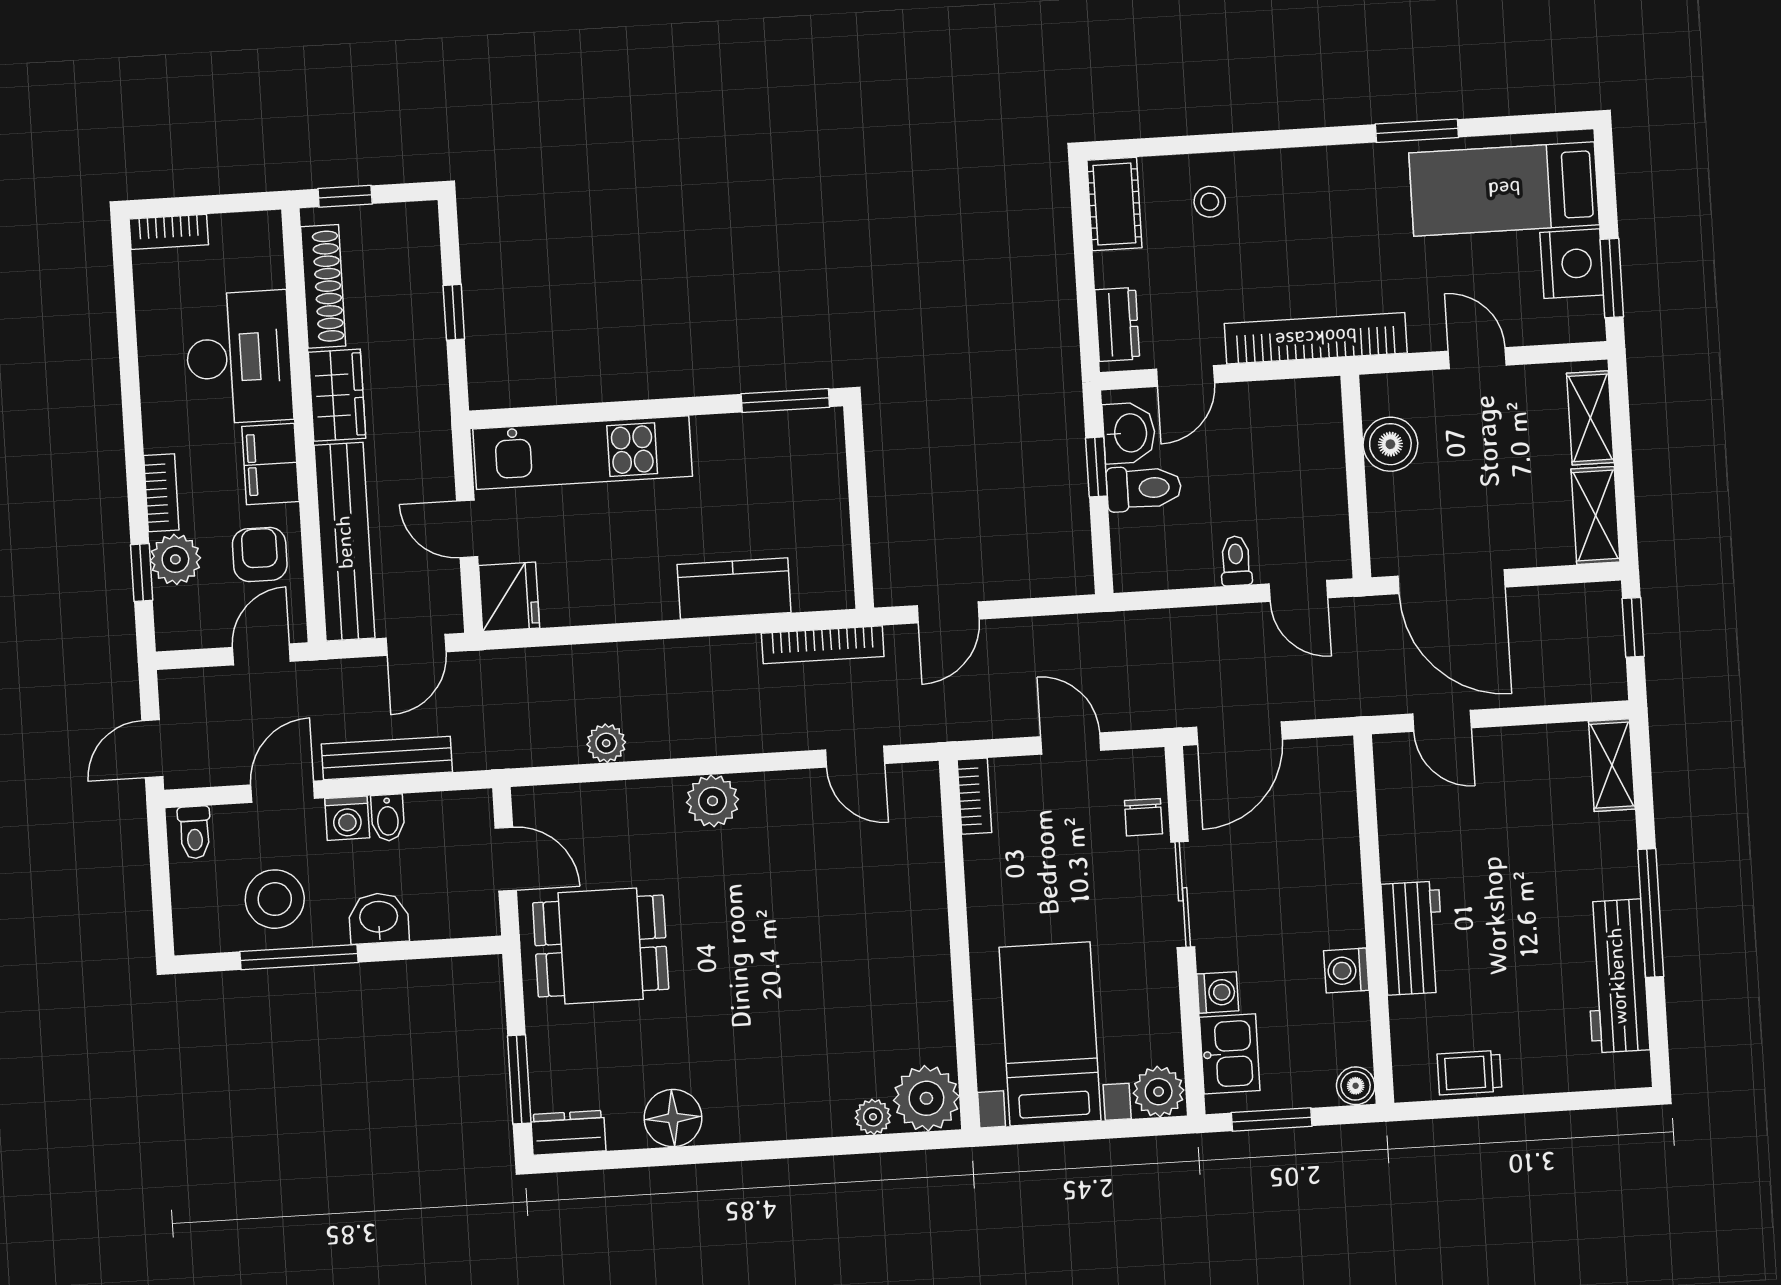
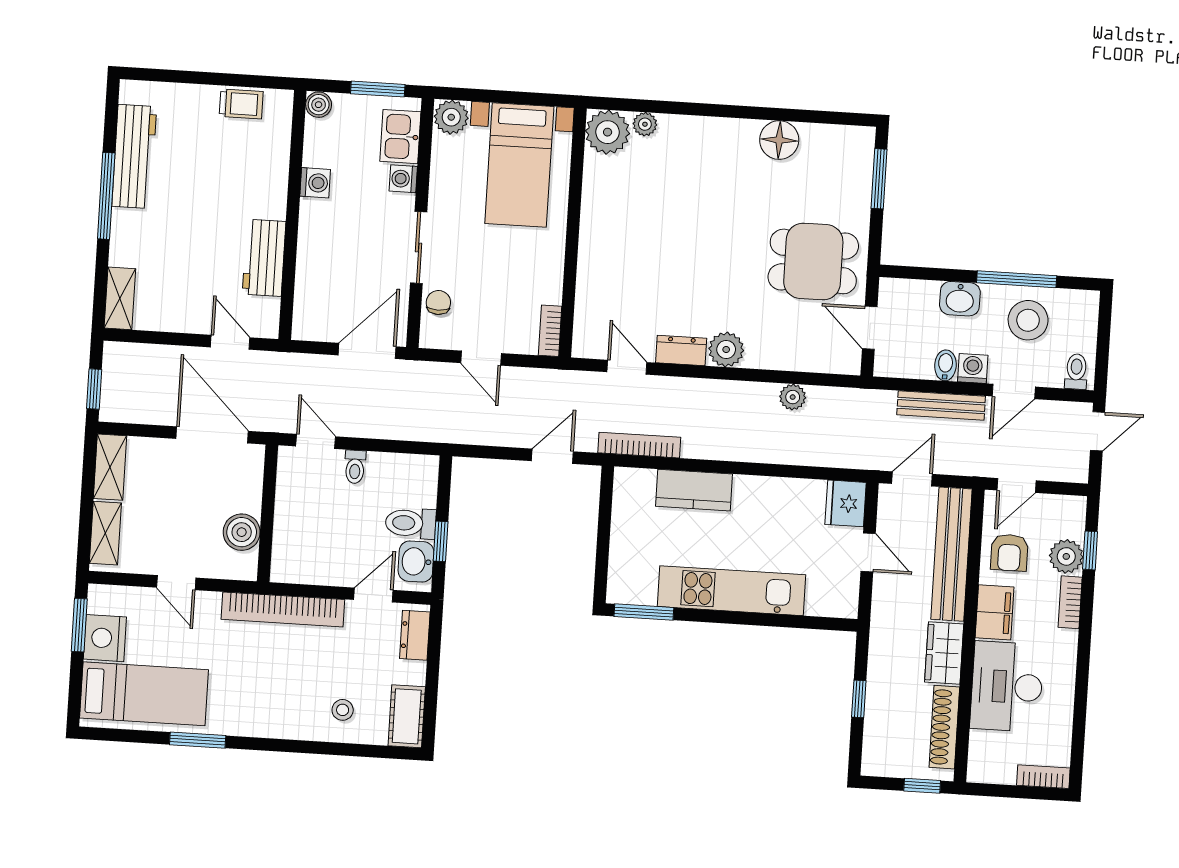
kitchen unit: (583, 453) -> (731, 591), moved
workbench: (1413, 938) -> (264, 258), moved
dresser: (568, 1133) -> (681, 351), moved, turned 180

